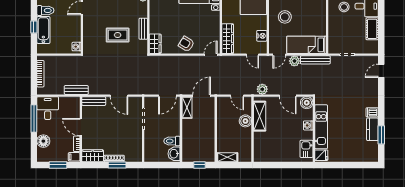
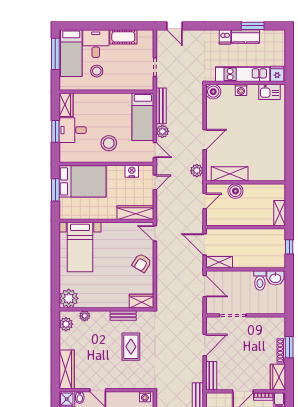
boiler: (307, 103) -> (213, 92), moved
washing machine: (308, 125) -> (241, 90), moved
kitchen unit: (321, 127) -> (243, 74), moved
wall: (314, 129) -> (246, 83), moved
kitchen sink: (306, 149) -> (269, 92), moved
fridge: (321, 155) -> (277, 74), moved

